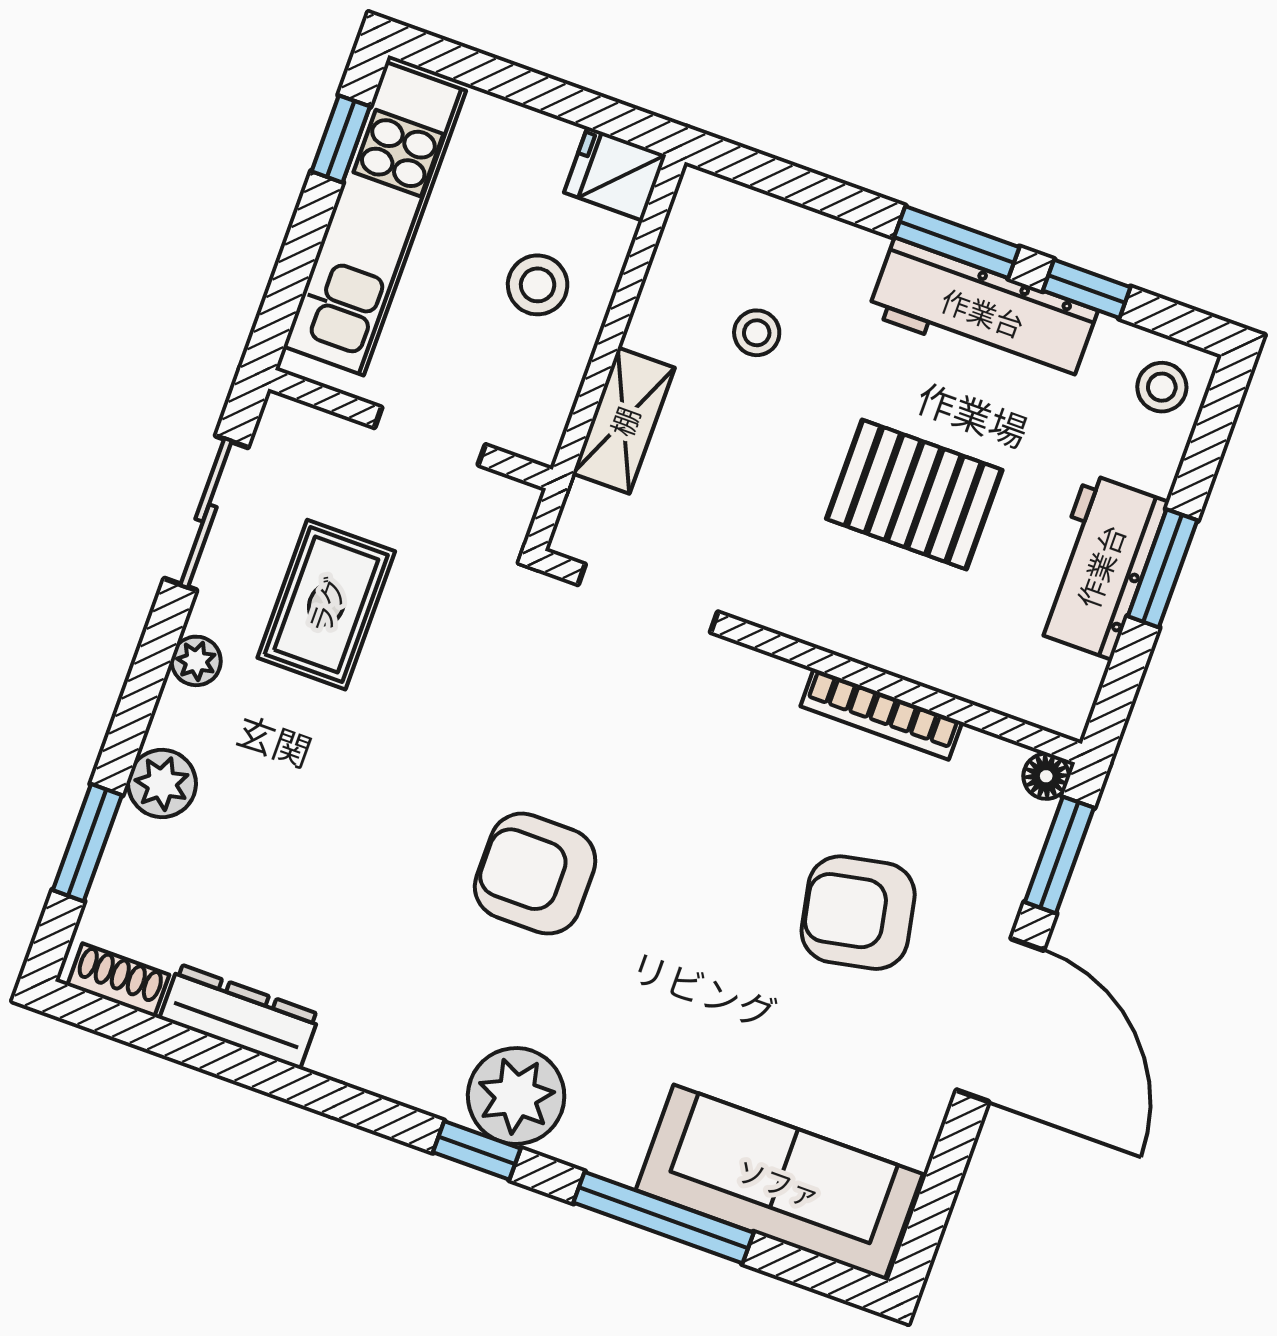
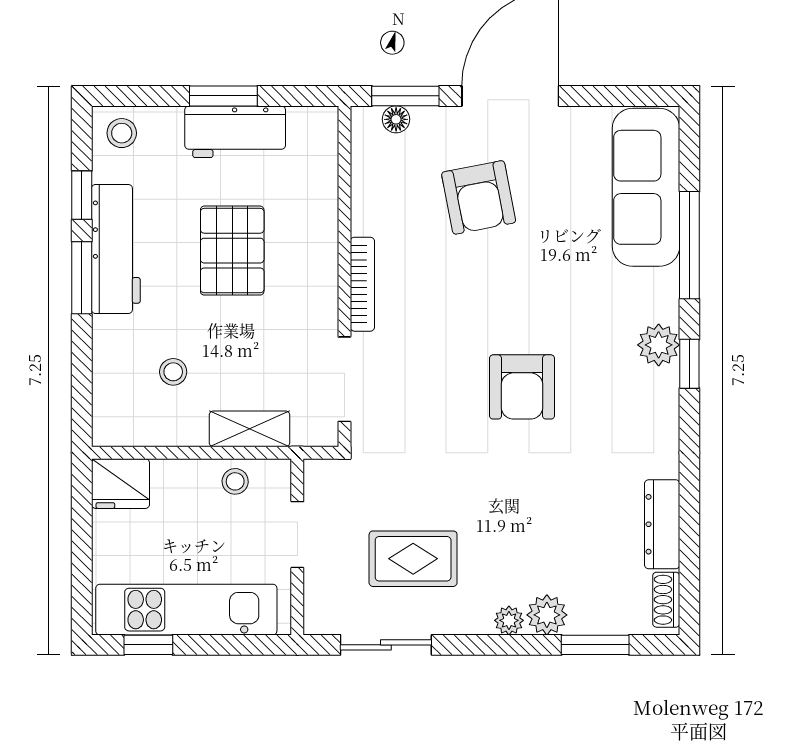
fridge: (615, 174) -> (120, 484), width x1.38
stool: (538, 285) -> (235, 481), moved, width x0.73, depth x0.73
plant: (196, 661) -> (509, 620), moved
bookcase: (881, 714) -> (362, 284), moved
floor lamp: (1046, 776) -> (396, 119), moved
plant: (516, 1096) -> (659, 345), width x0.73, depth x0.73

